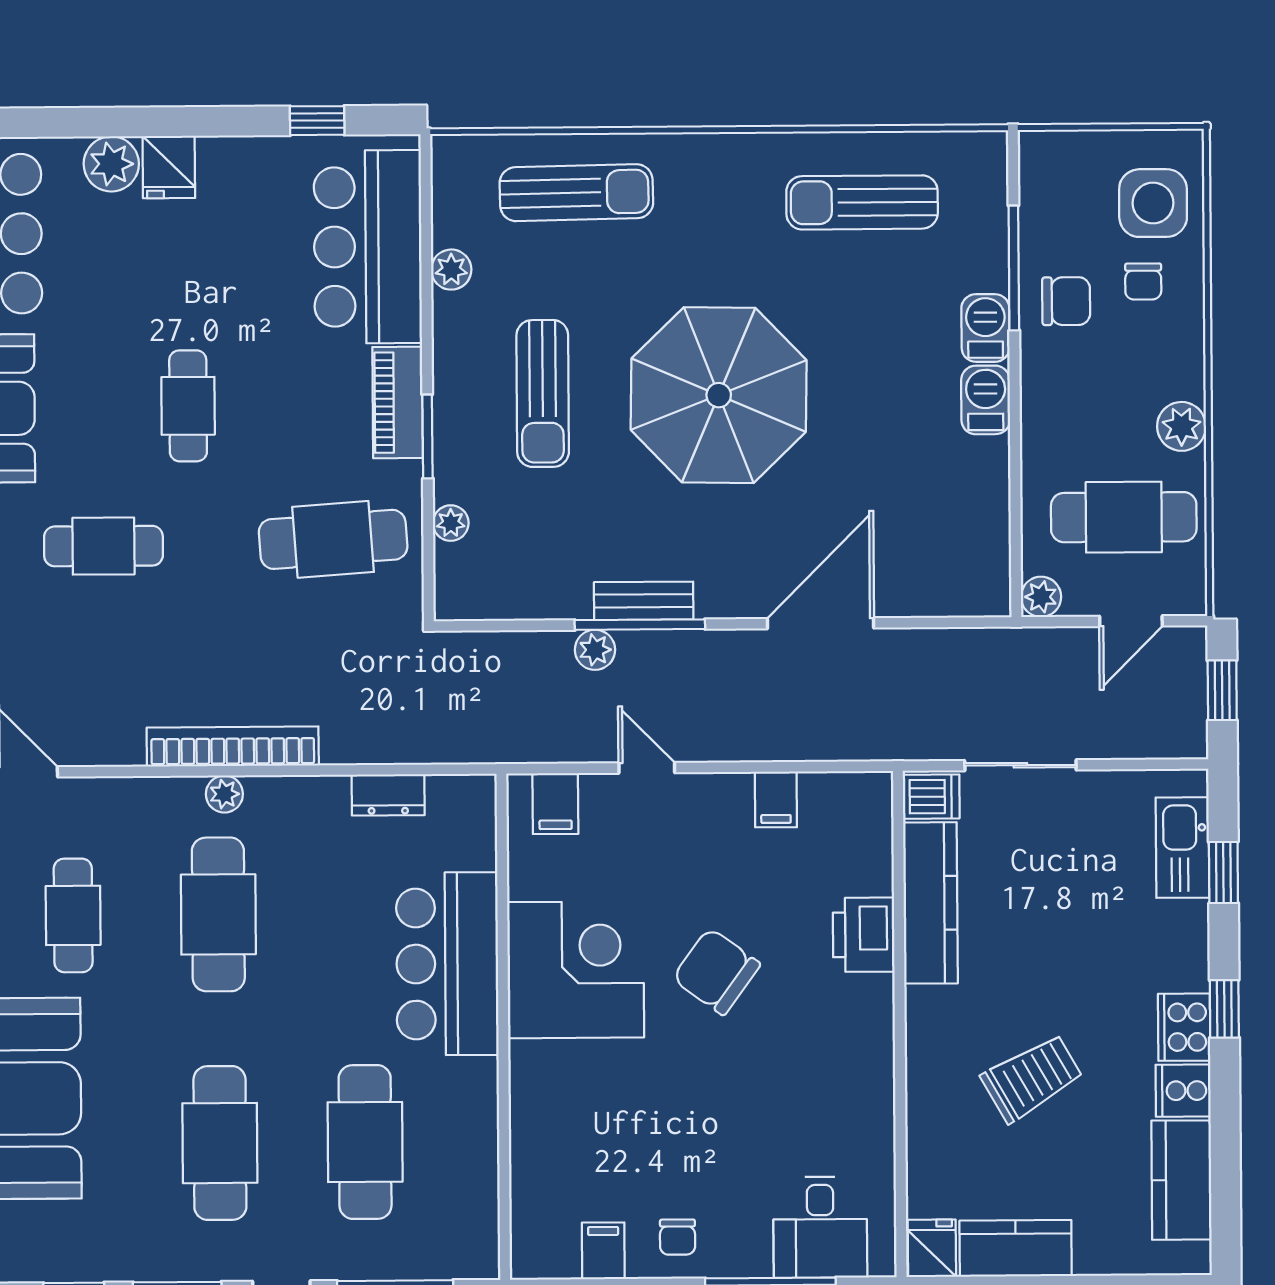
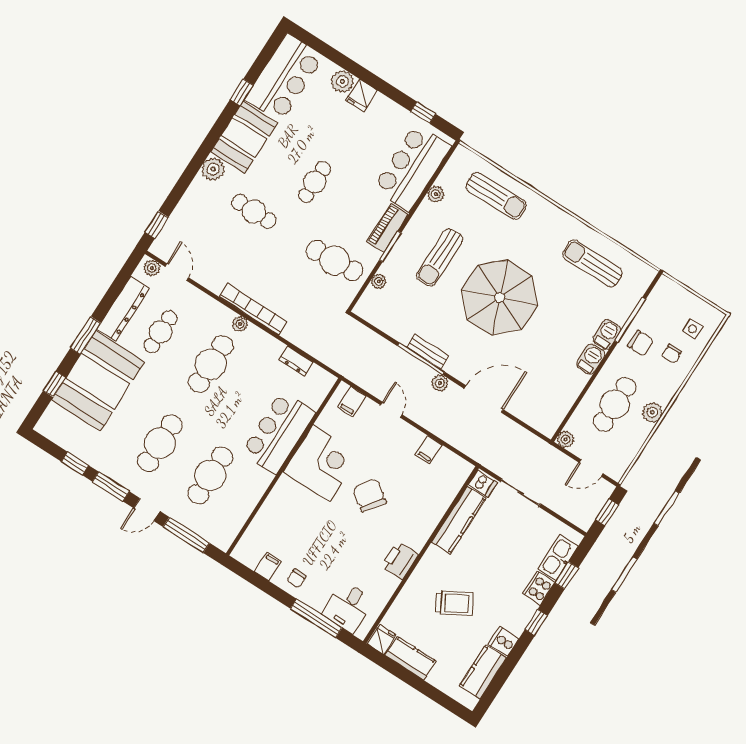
side table: (1153, 203) -> (693, 329), width x0.54, depth x0.54
cafe table: (1124, 517) -> (615, 404), moved, turned 90
plant: (595, 650) -> (440, 383), moved
printer: (864, 935) -> (400, 560), moved
cooker: (1184, 1027) -> (539, 588), moved

